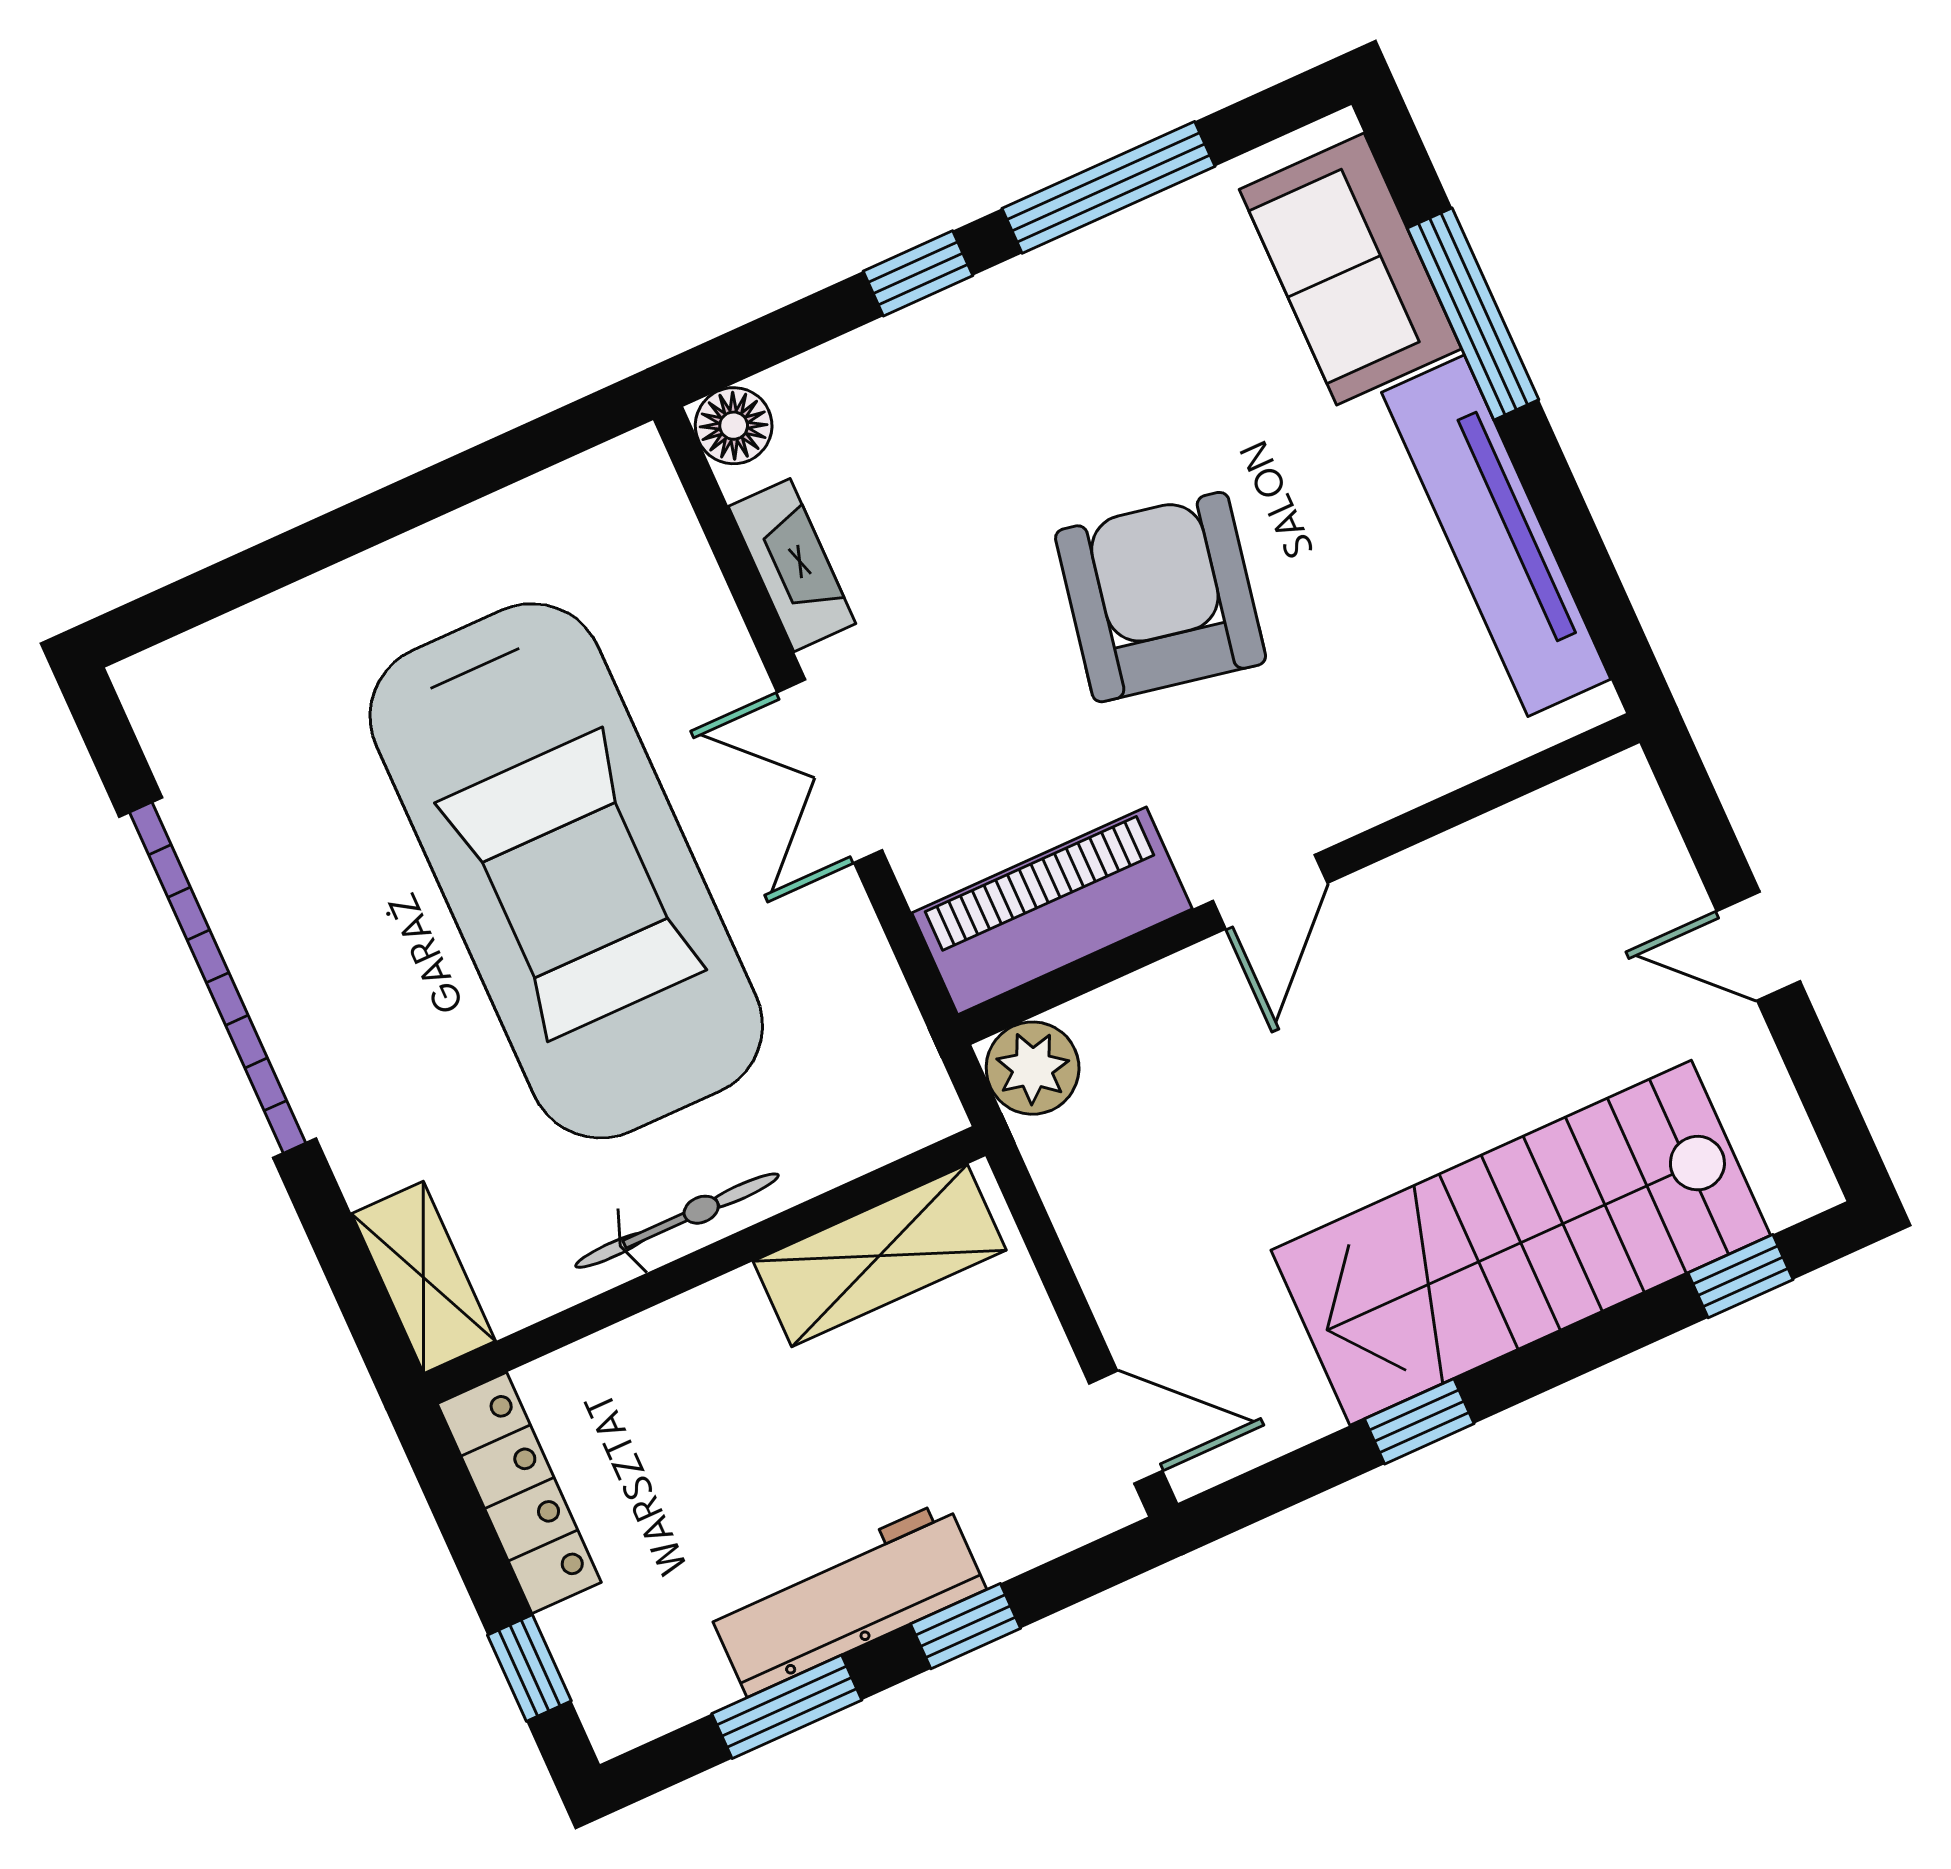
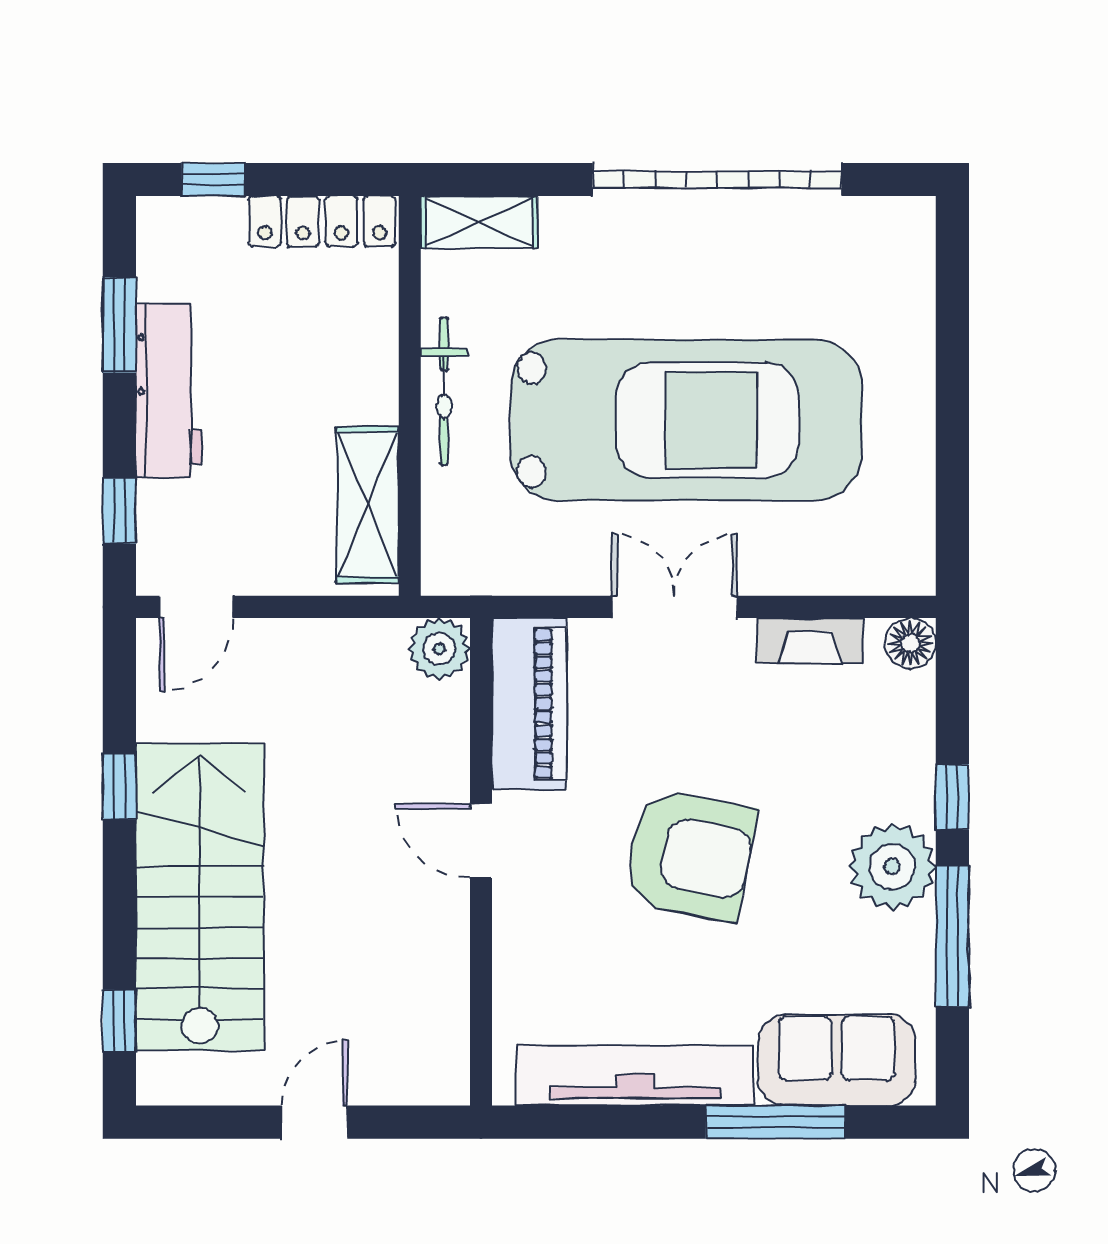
plant: (1051, 312) -> (892, 867), added
car: (566, 871) -> (686, 420), turned 180
window: (966, 1626) -> (119, 511), moved

